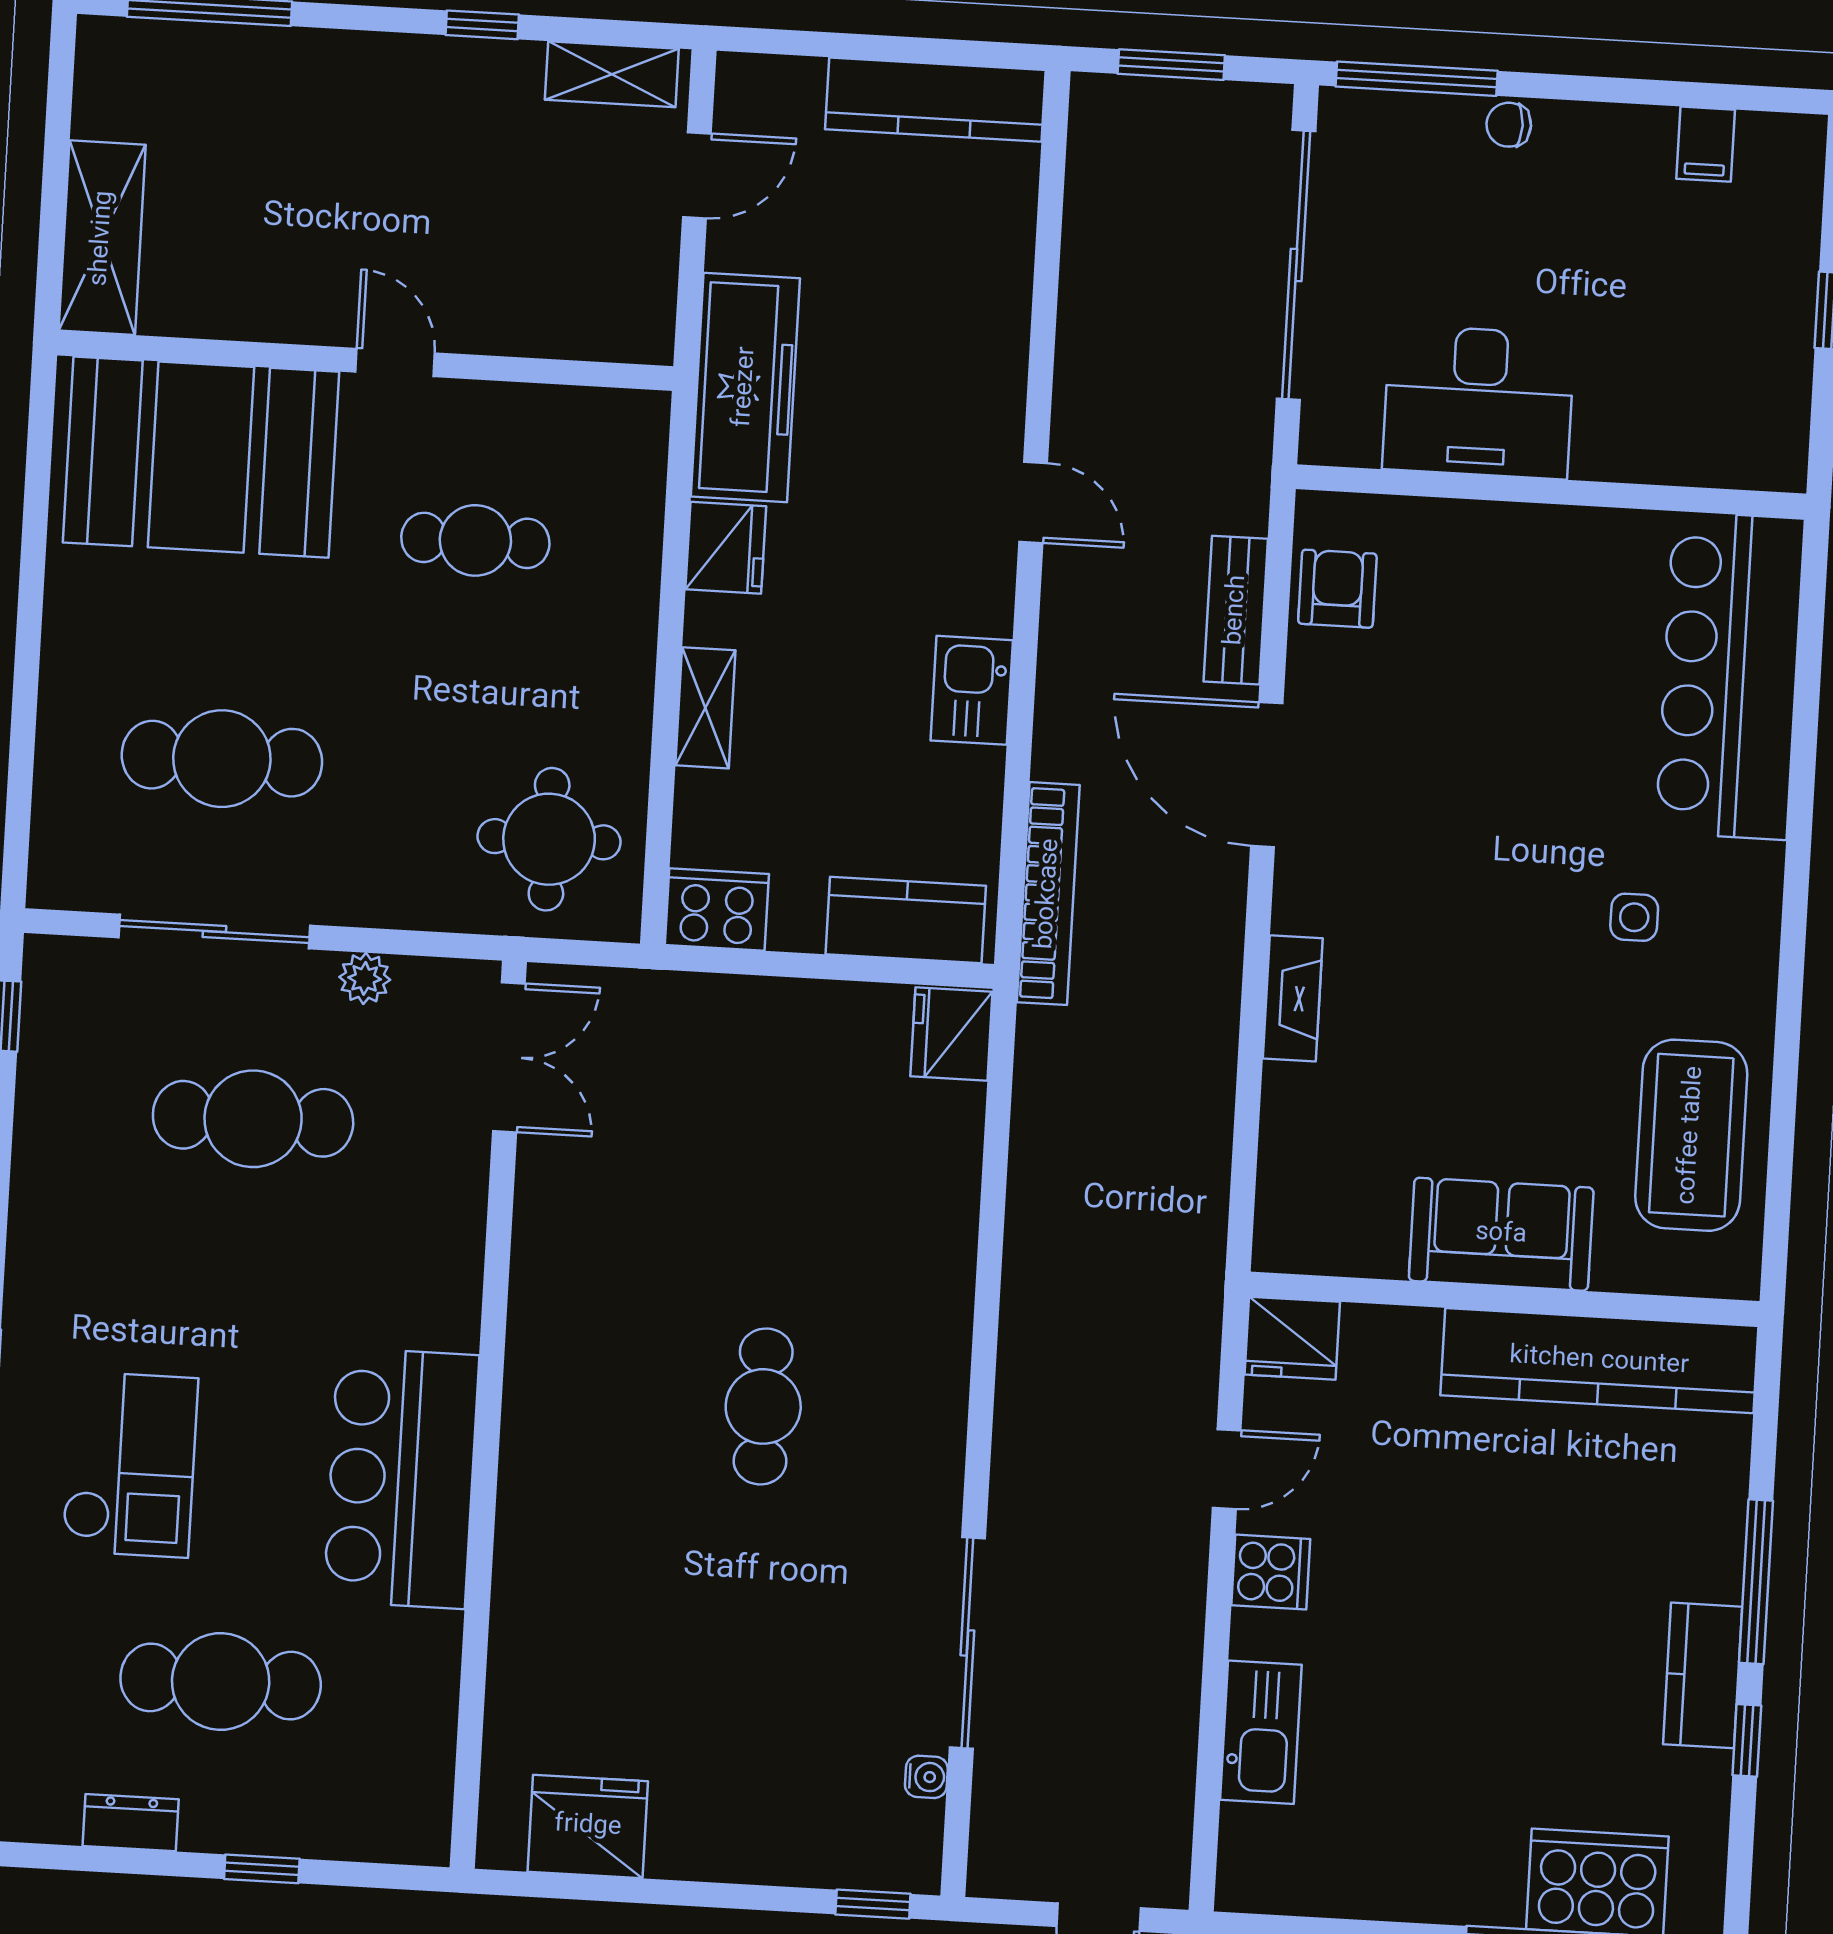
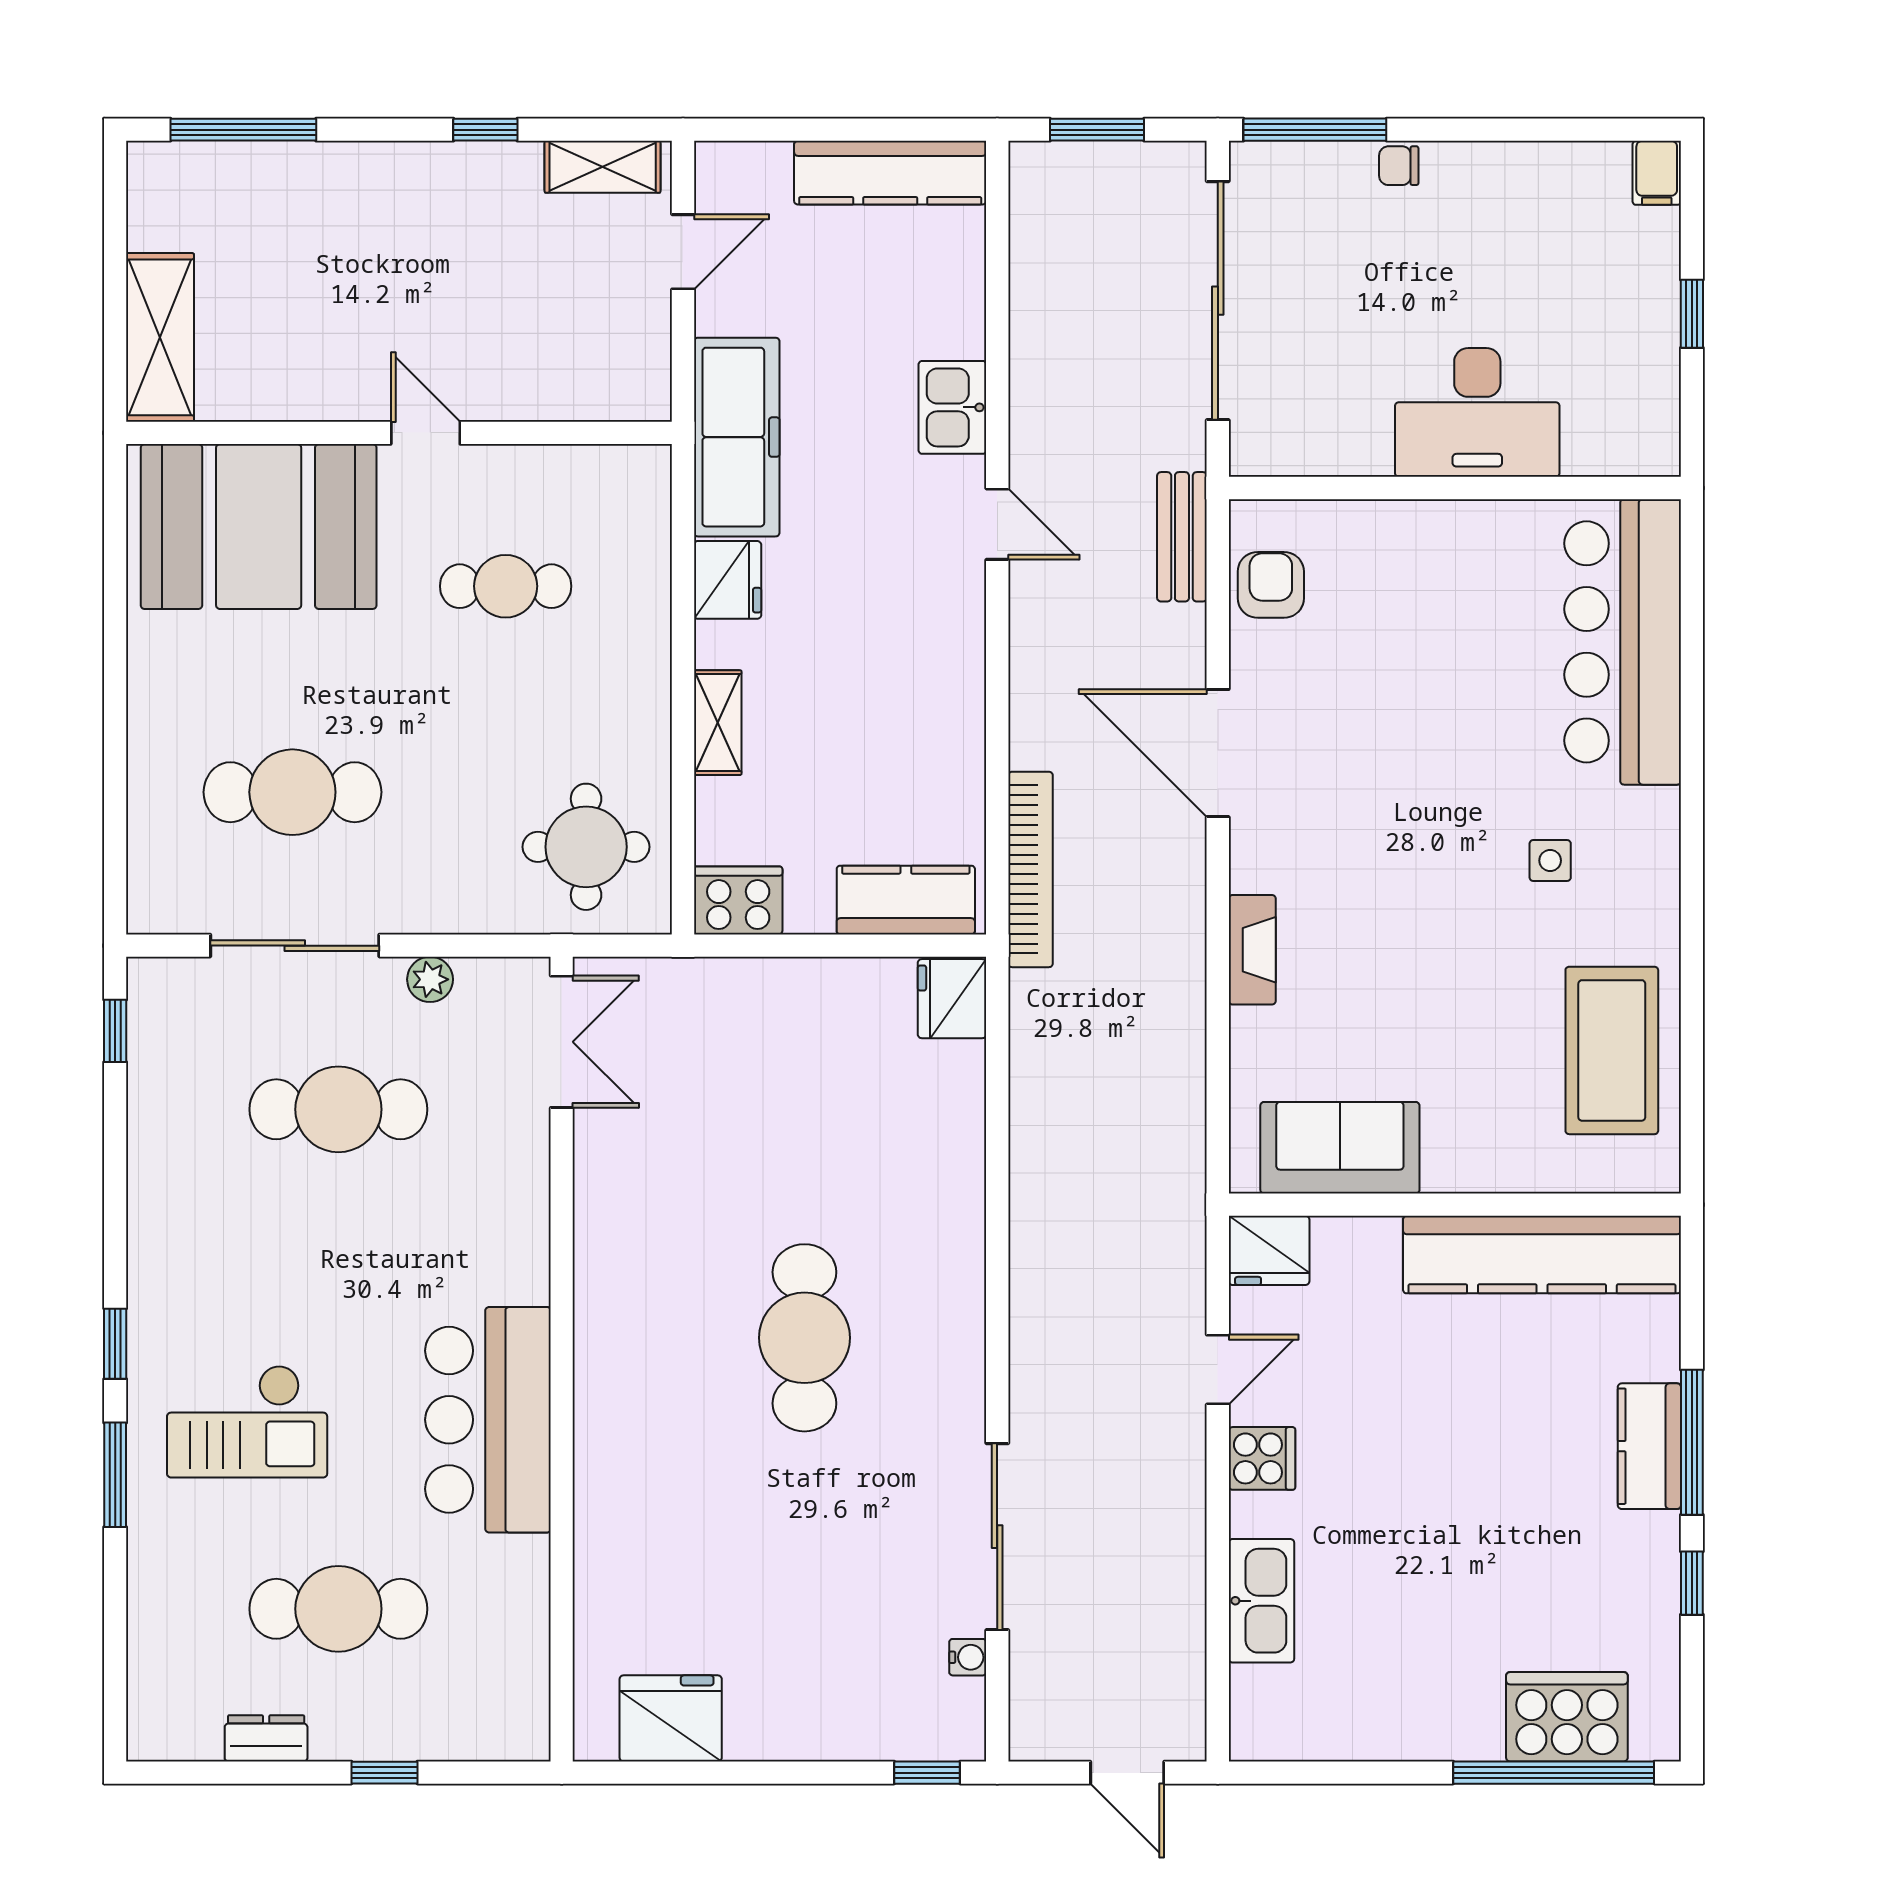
filing cabinet: (1706, 144) -> (1657, 173), moved
desk: (1479, 402) -> (1477, 412), moved
bench: (1236, 610) -> (1182, 537), moved
kitchen sink: (972, 690) -> (952, 407), moved
sofa: (1501, 1234) -> (1340, 1148), moved
cafe table: (763, 1406) -> (804, 1338), width x1.37, depth x1.35
checkout: (130, 1464) -> (247, 1421), turned 90
kitchen counter: (1703, 1675) -> (1649, 1446), moved

